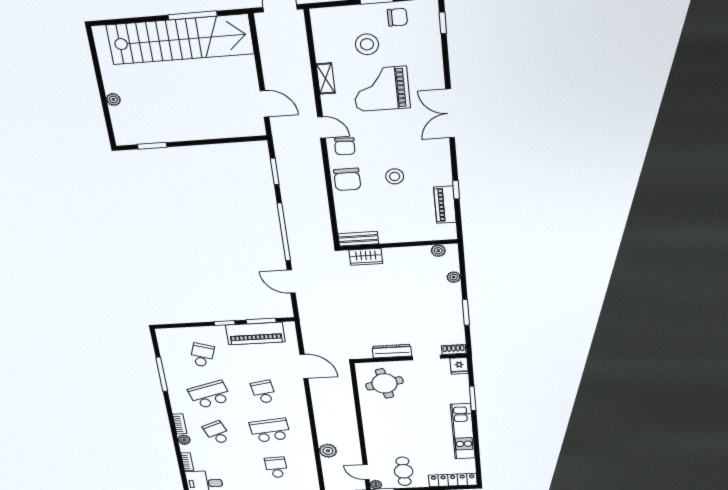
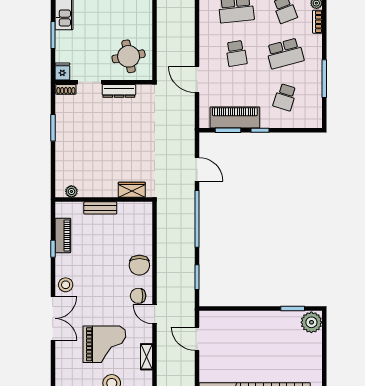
plant: (113, 99) -> (311, 322), moved, width x1.87, depth x1.87
chair: (345, 146) -> (138, 296), turned -93
stool: (395, 176) -> (66, 285), moved
chair: (347, 179) -> (139, 265), turned 180
bench: (358, 239) -> (100, 208), moved
plant: (454, 277) -> (61, 164), removed

